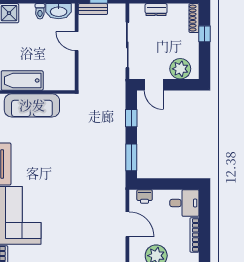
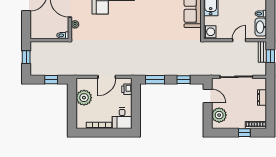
washing machine: (65, 82) -> (210, 32), added
door: (154, 85) -> (208, 96), swing flipped

